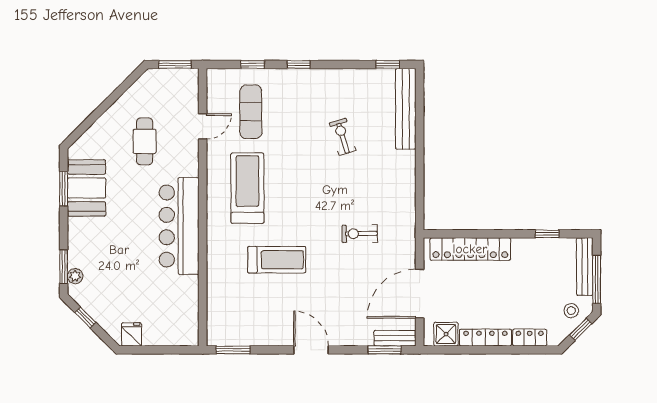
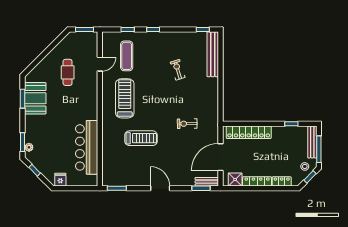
bar counter: (179, 226) -> (87, 147), moved

